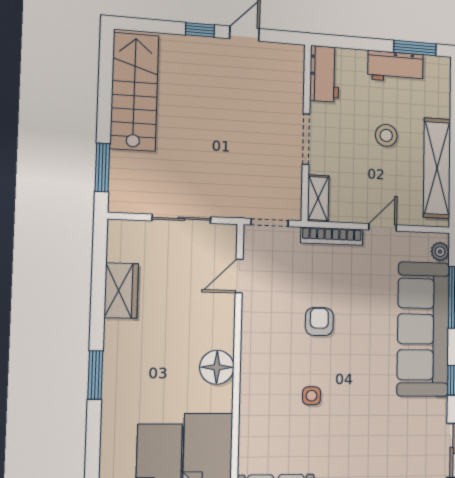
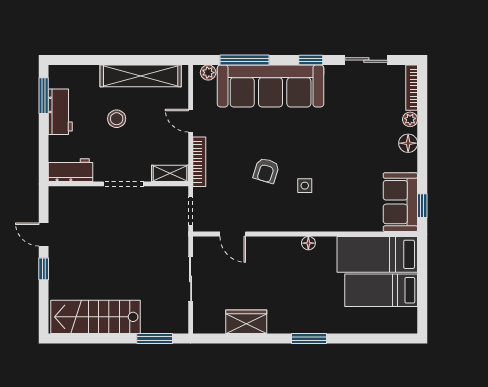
armchair: (319, 322) -> (266, 171), turned -73
floor lamp: (217, 367) -> (308, 243), width x0.53, depth x0.53
side table: (312, 396) -> (305, 186), moved

